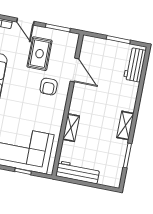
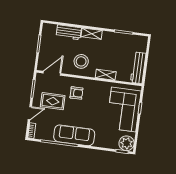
workbench: (135, 65) -> (69, 32), moved
door: (75, 70) -> (52, 73), moved
stool: (91, 95) -> (81, 61), added
shelving: (125, 125) -> (92, 34), moved

